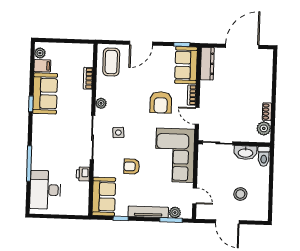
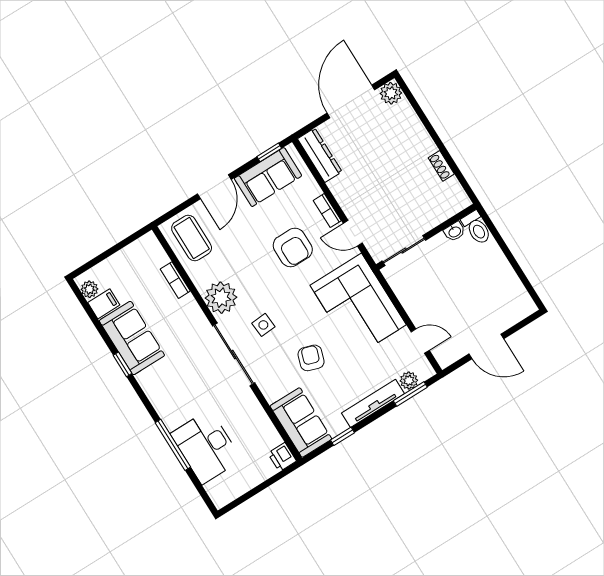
sofa: (186, 65) -> (268, 177), moved, turned -90
plant: (101, 103) -> (221, 298), width x1.87, depth x1.87
plant: (264, 128) -> (391, 93), moved
washbasin: (245, 153) -> (455, 232), width x0.52, depth x0.69
armchair: (132, 166) -> (311, 358), turned 108
printer: (83, 174) -> (282, 457), moved
desk: (45, 190) -> (206, 447), moved
stool: (240, 194) -> (479, 298), removed

